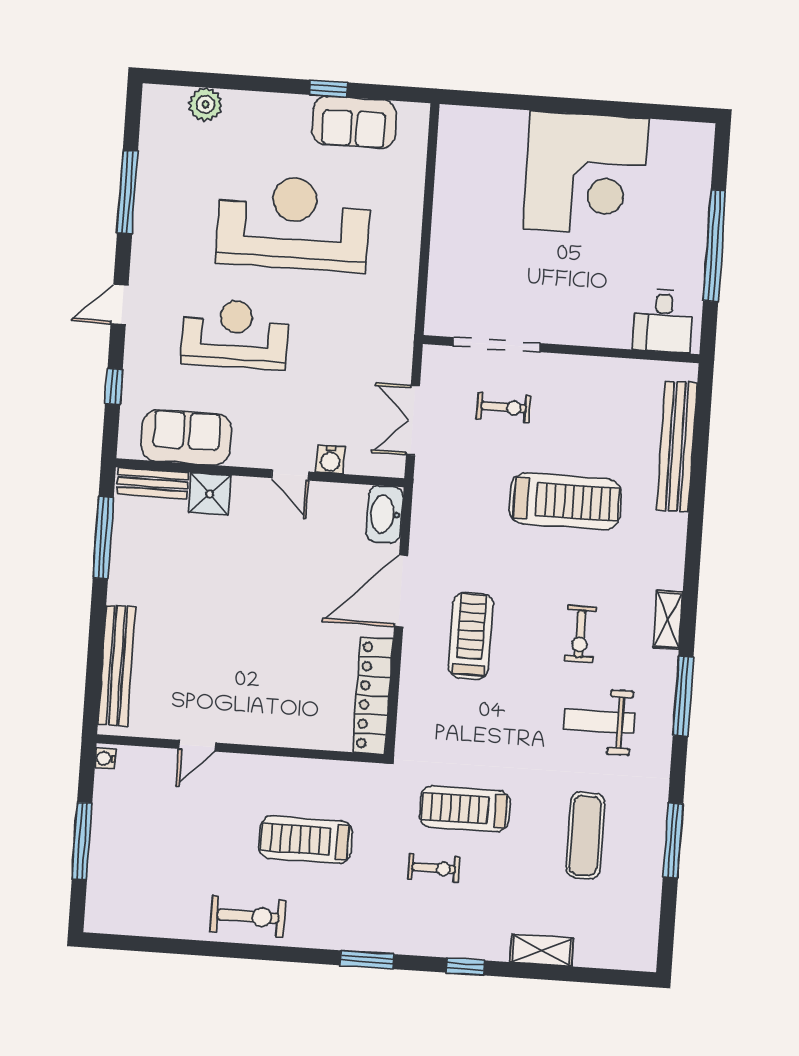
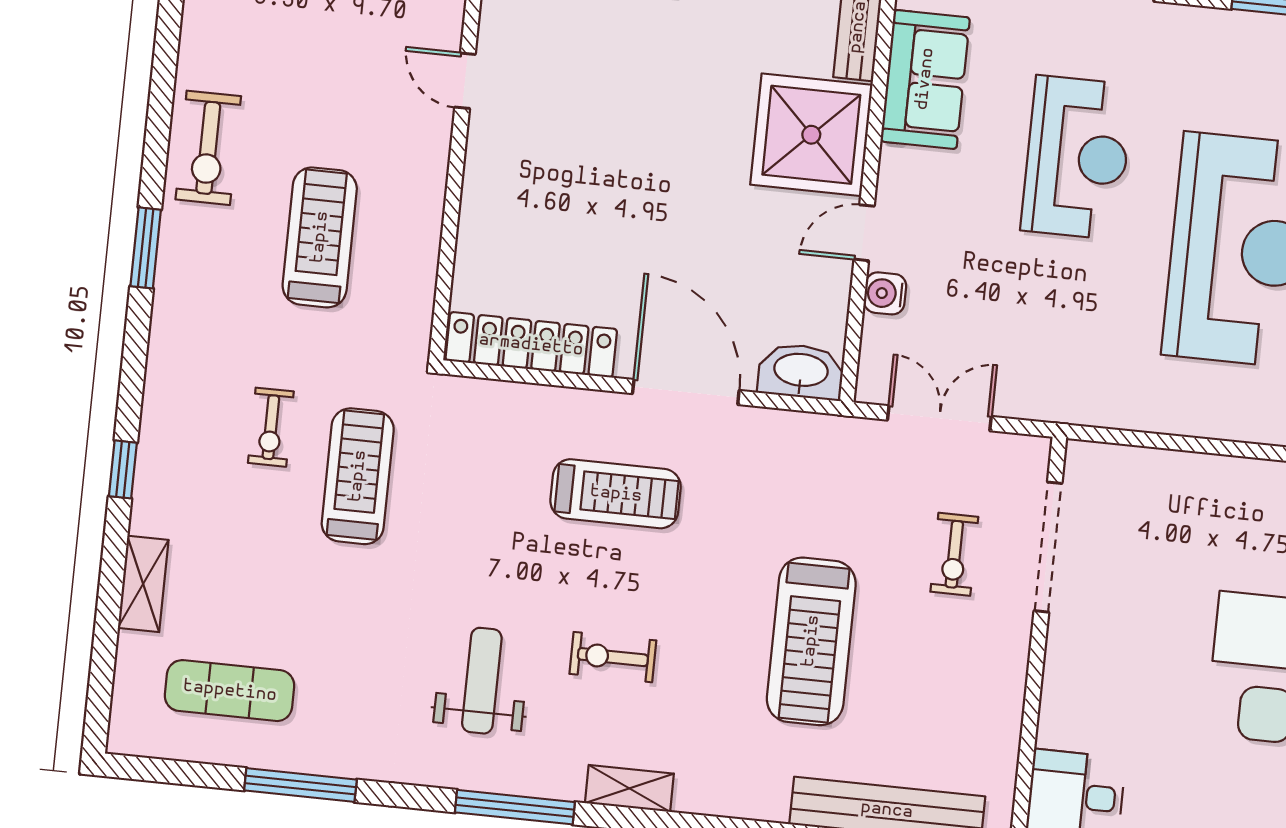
shower: (210, 494) -> (811, 135), width x1.86, depth x1.86
exercise mat: (585, 836) -> (230, 691), moved
window: (367, 960) -> (146, 248), moved

